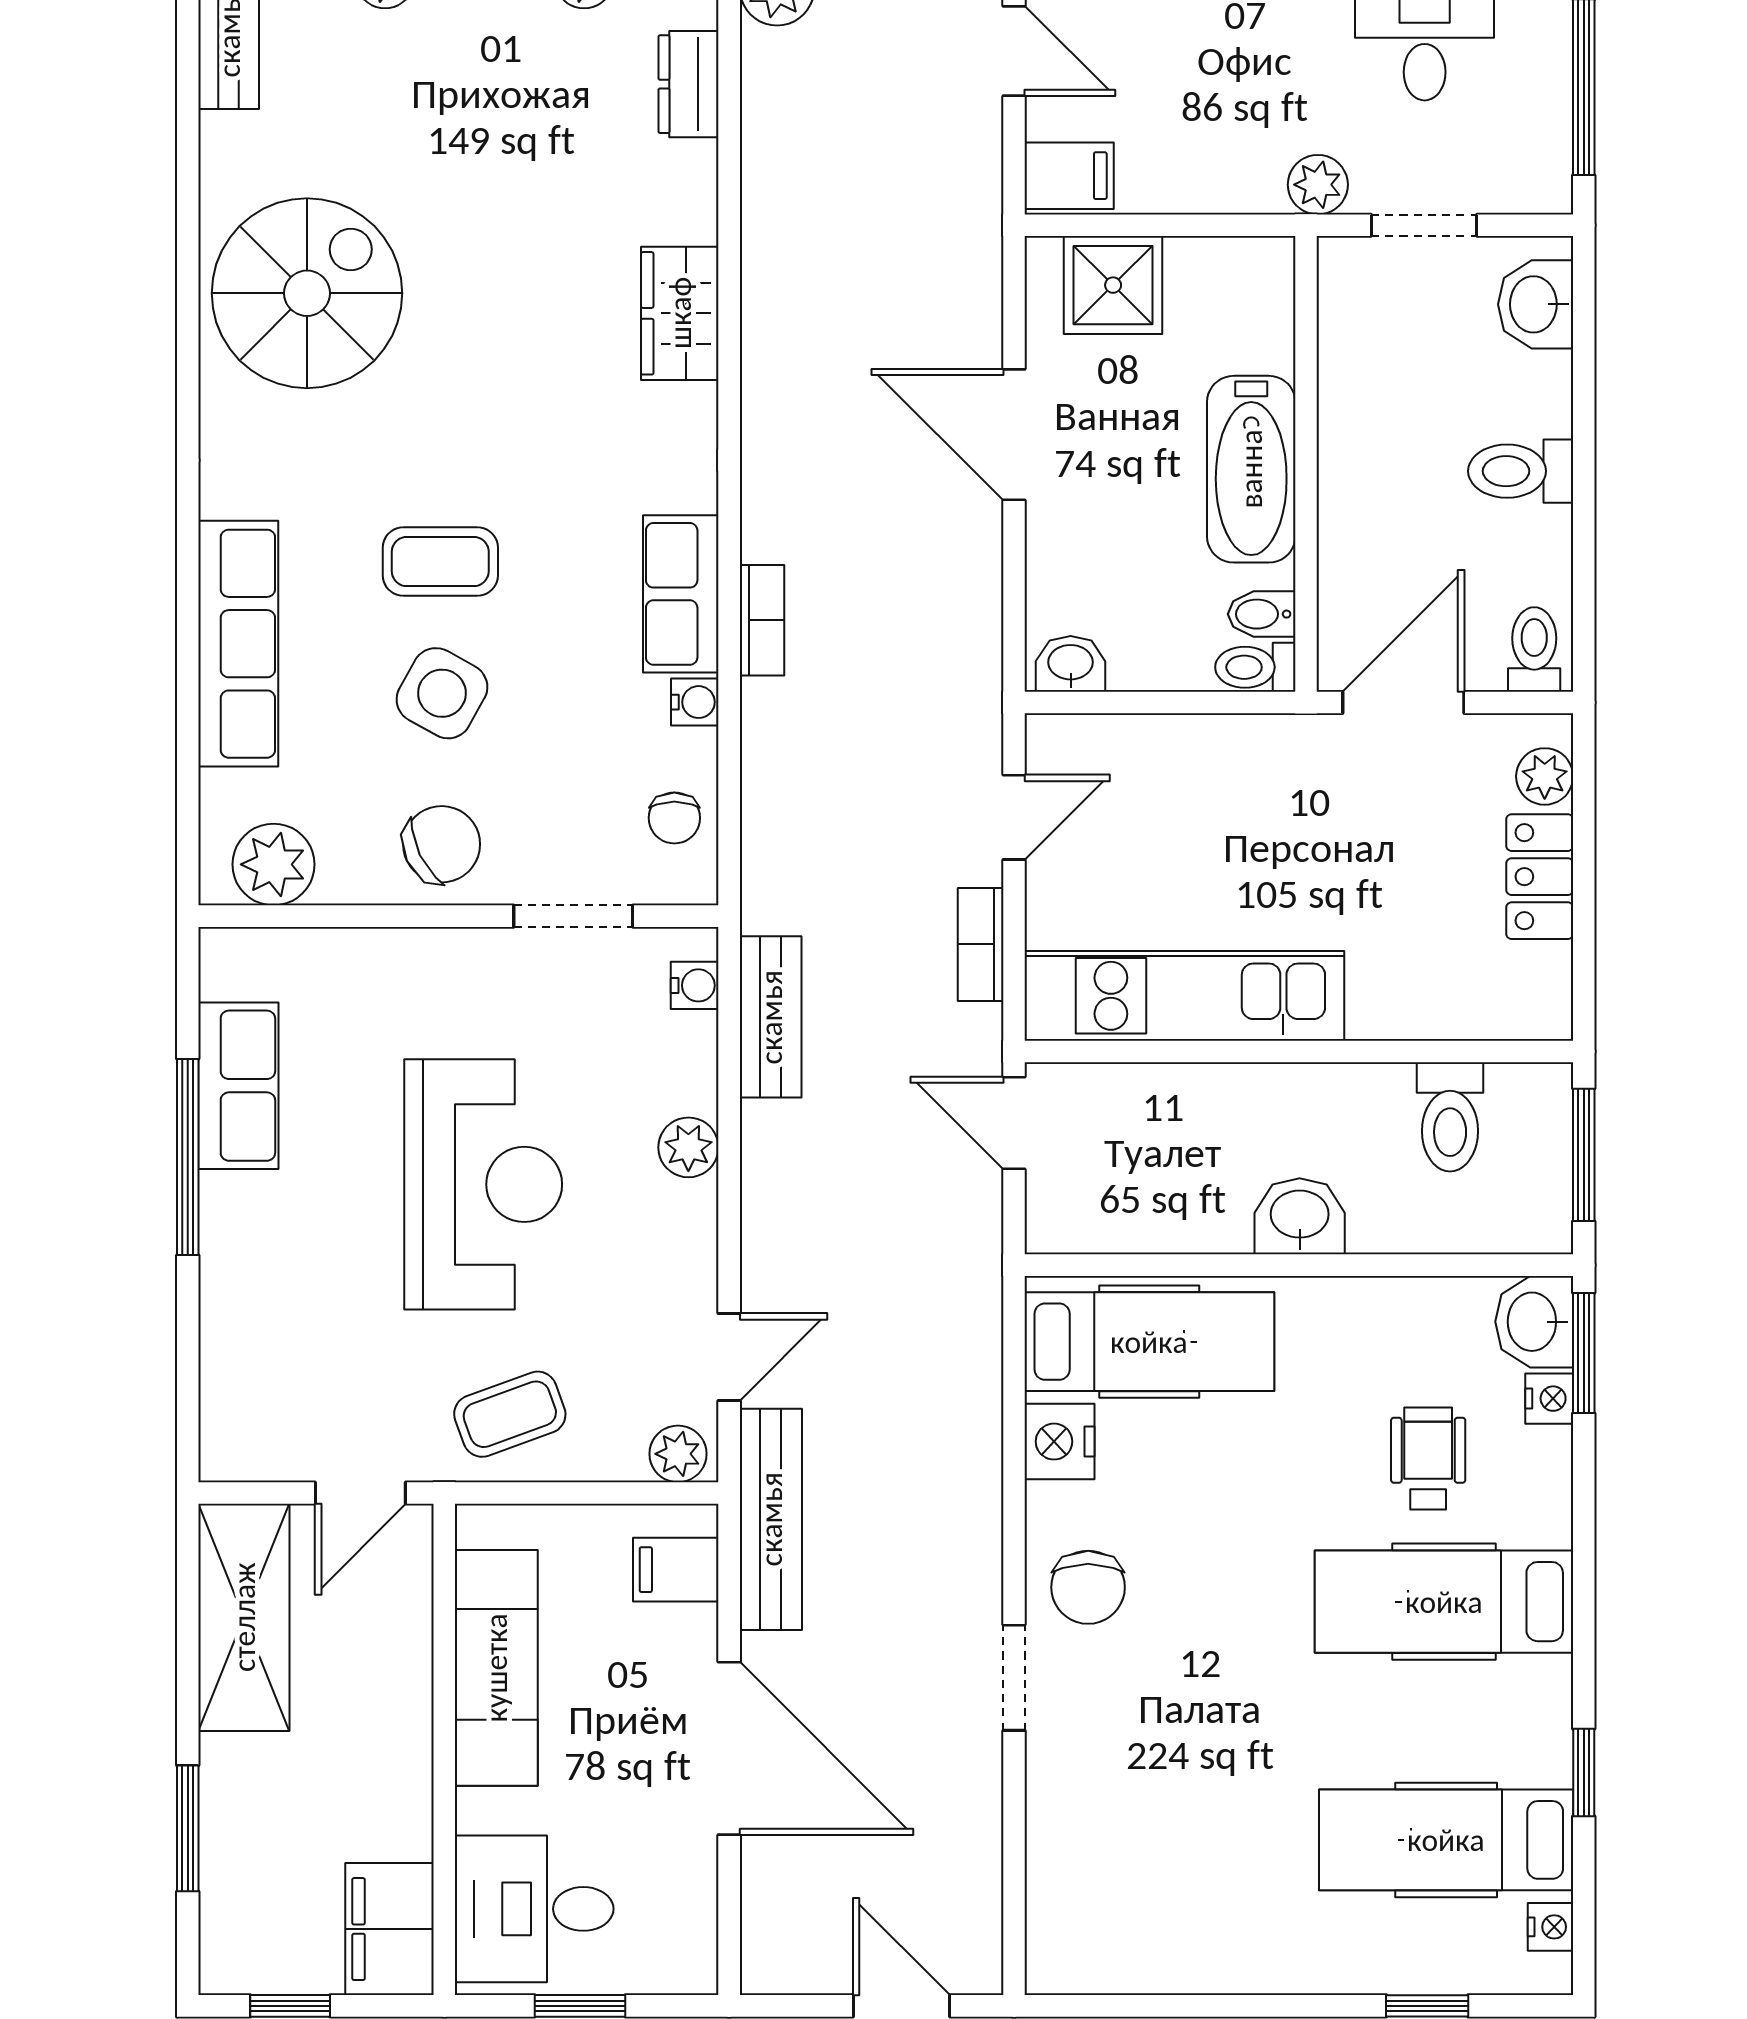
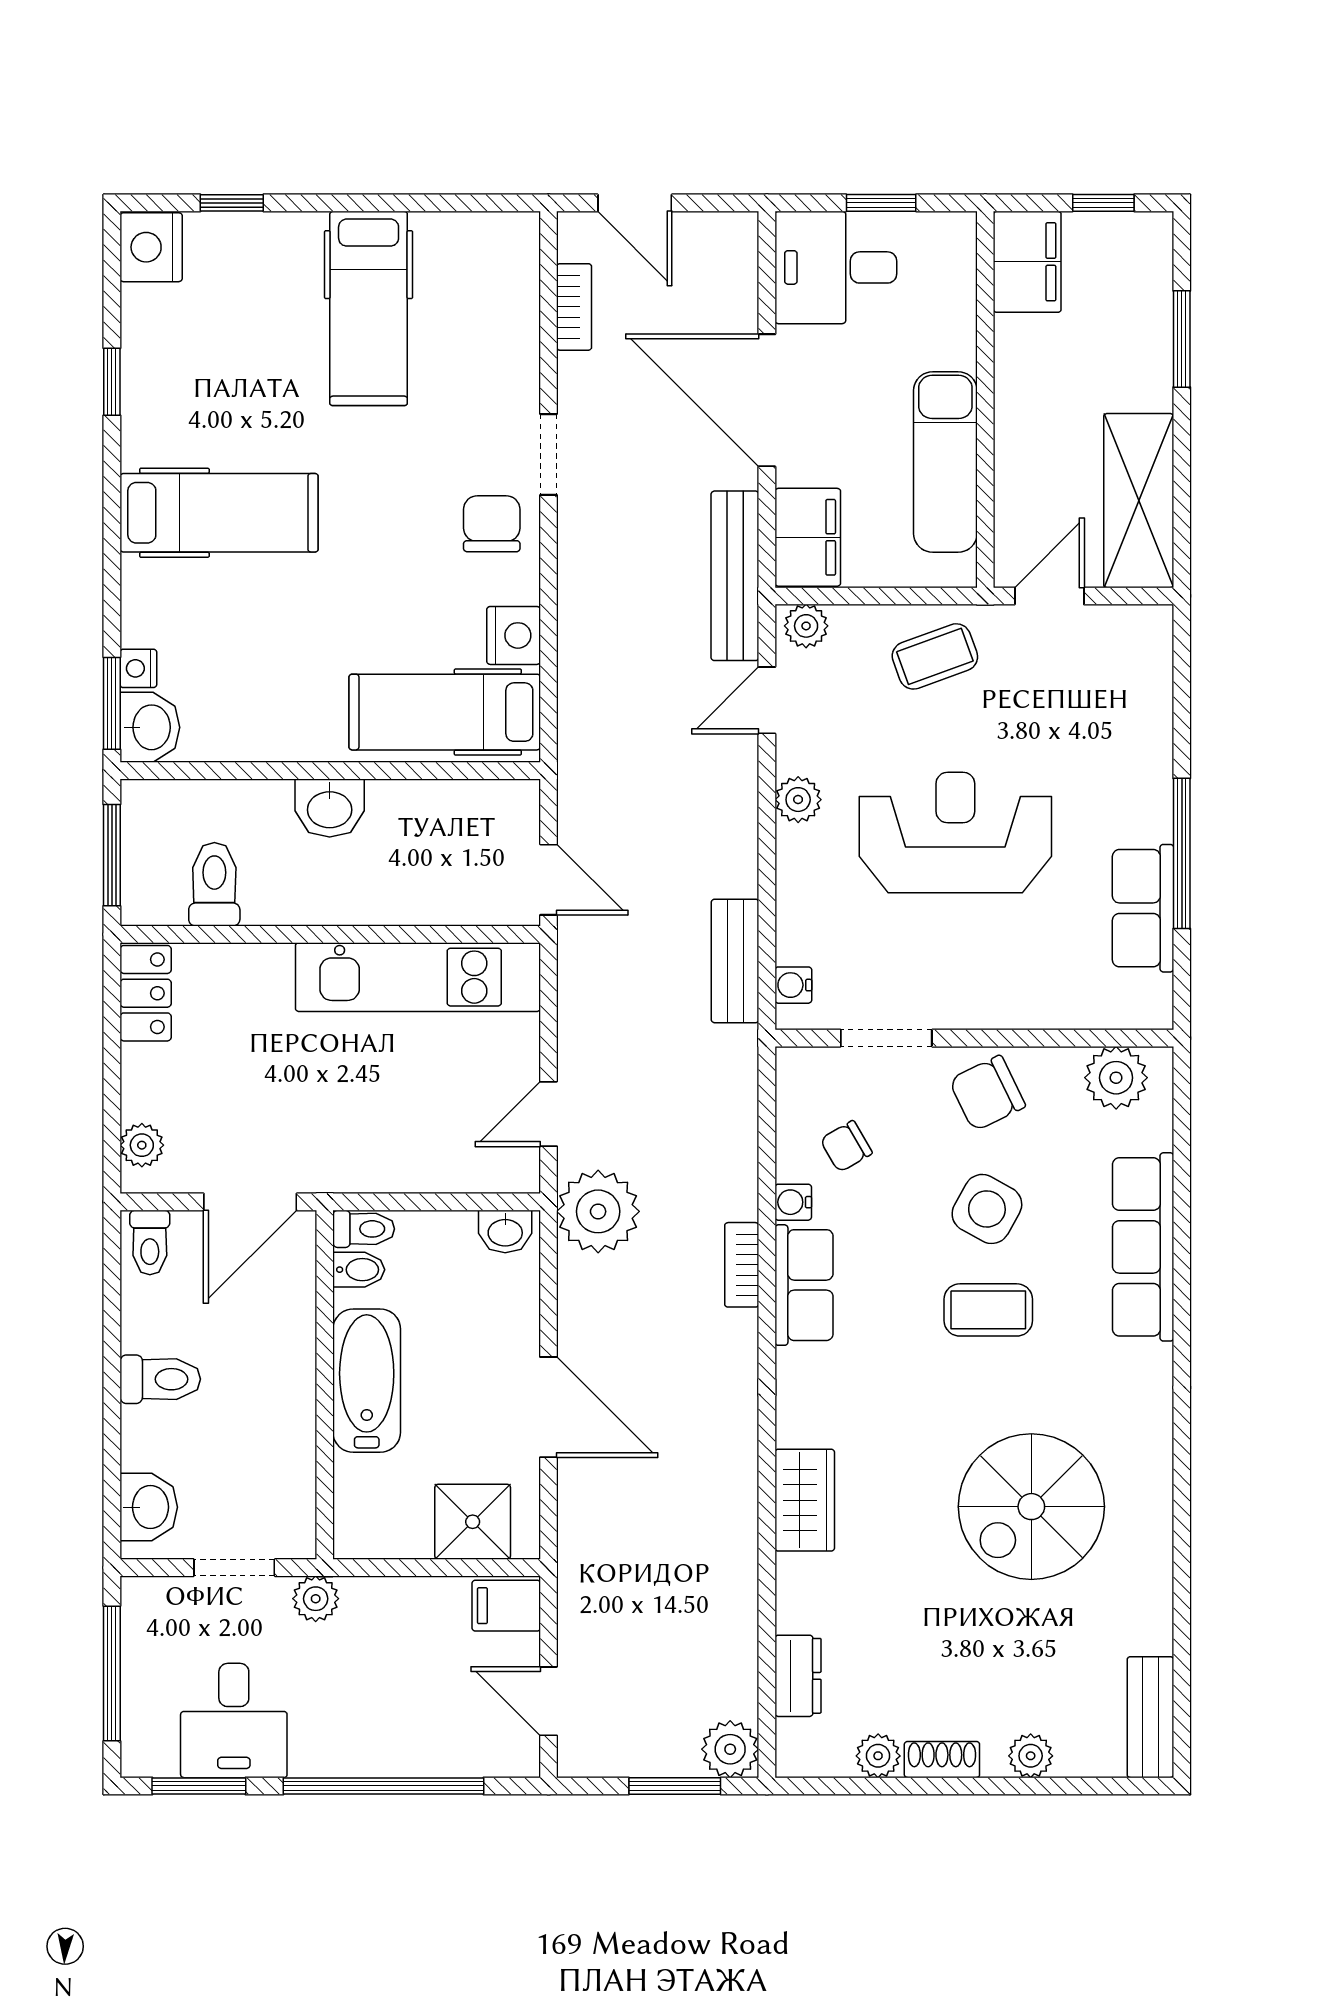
spiral stairs: (307, 293) -> (1031, 1507), moved
plant: (949, 690) -> (598, 1211), added
chair: (674, 818) -> (846, 1146), moved, turned -120
locker: (1540, 877) -> (146, 993), moved
bookcase: (981, 944) -> (574, 307), moved
plant: (688, 1147) -> (798, 800), moved
reception desk: (483, 1184) -> (955, 833), turned 90
wheelchair: (1428, 1458) -> (231, 622), removed
filing cabinet: (676, 1570) -> (808, 537), width x2.00
hospital bed: (1446, 1840) -> (369, 308), moved, turned 90
desk: (534, 1909) -> (836, 267), moved, turned 180
nightstand: (1551, 1927) -> (151, 247), width x1.89, depth x1.79

